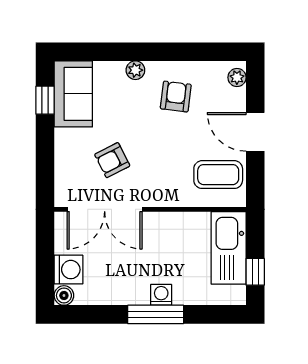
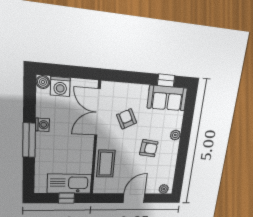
armchair: (176, 97) -> (149, 148), moved
coffee table: (218, 175) -> (106, 164), moved
window: (255, 272) -> (67, 198), moved
washing machine: (161, 295) -> (42, 125), moved

